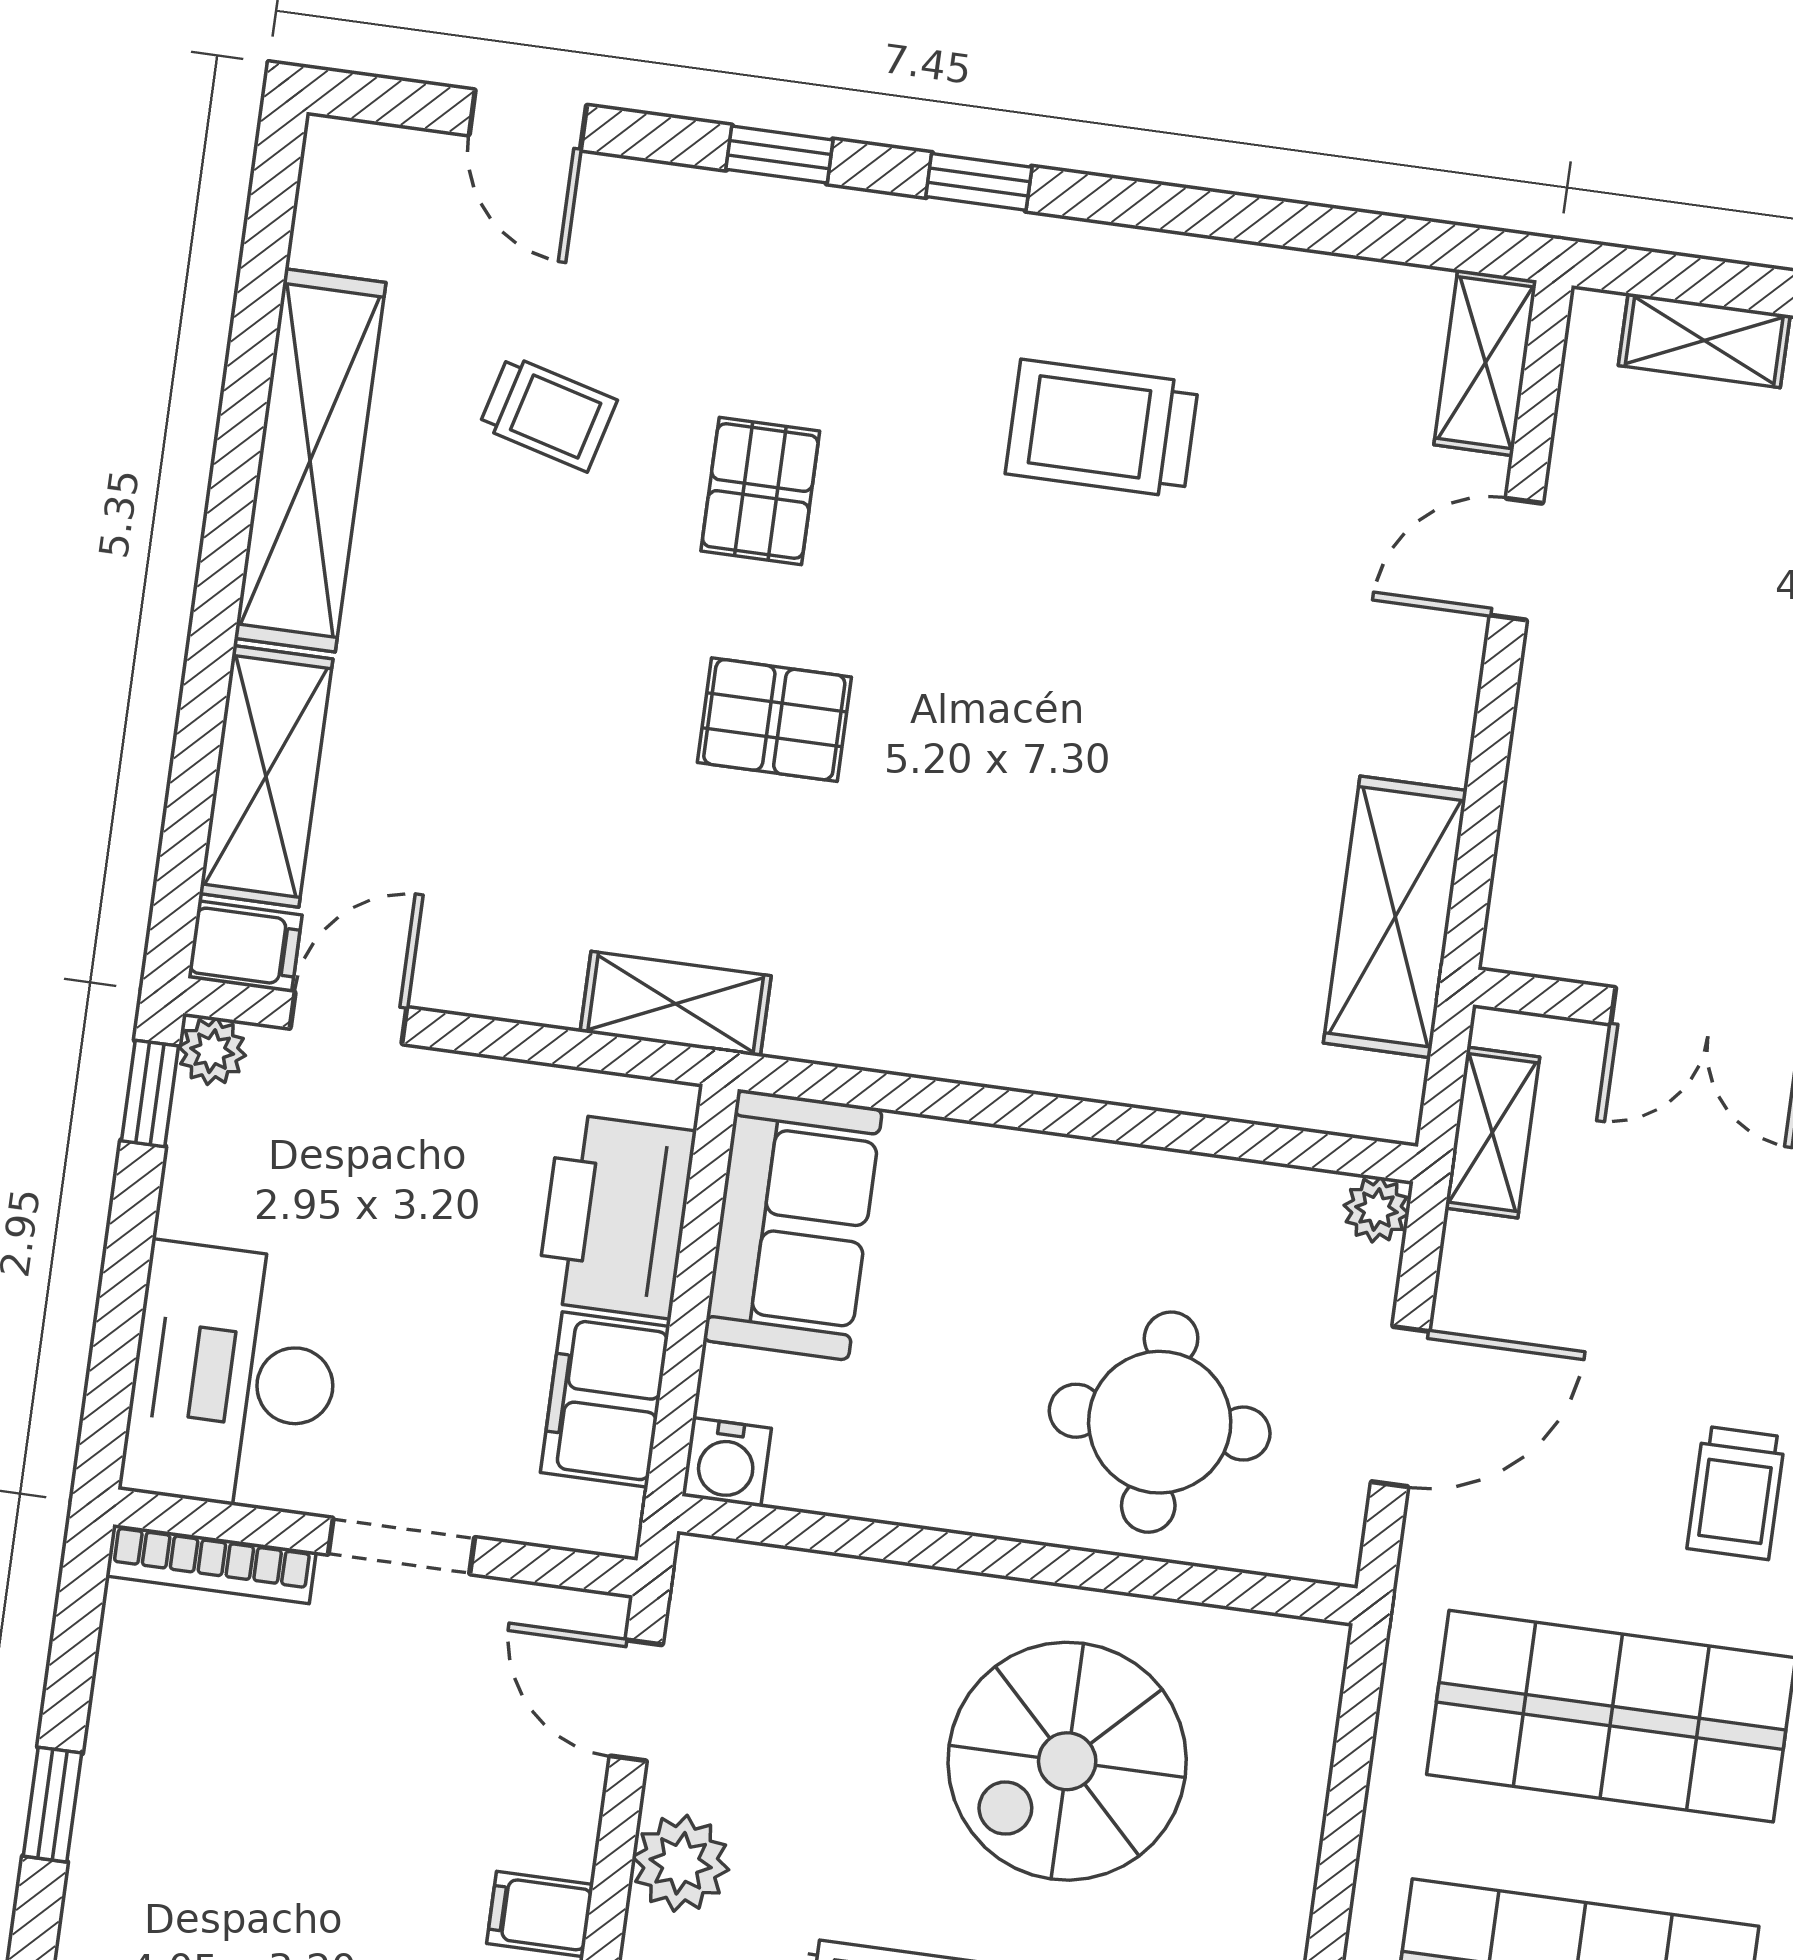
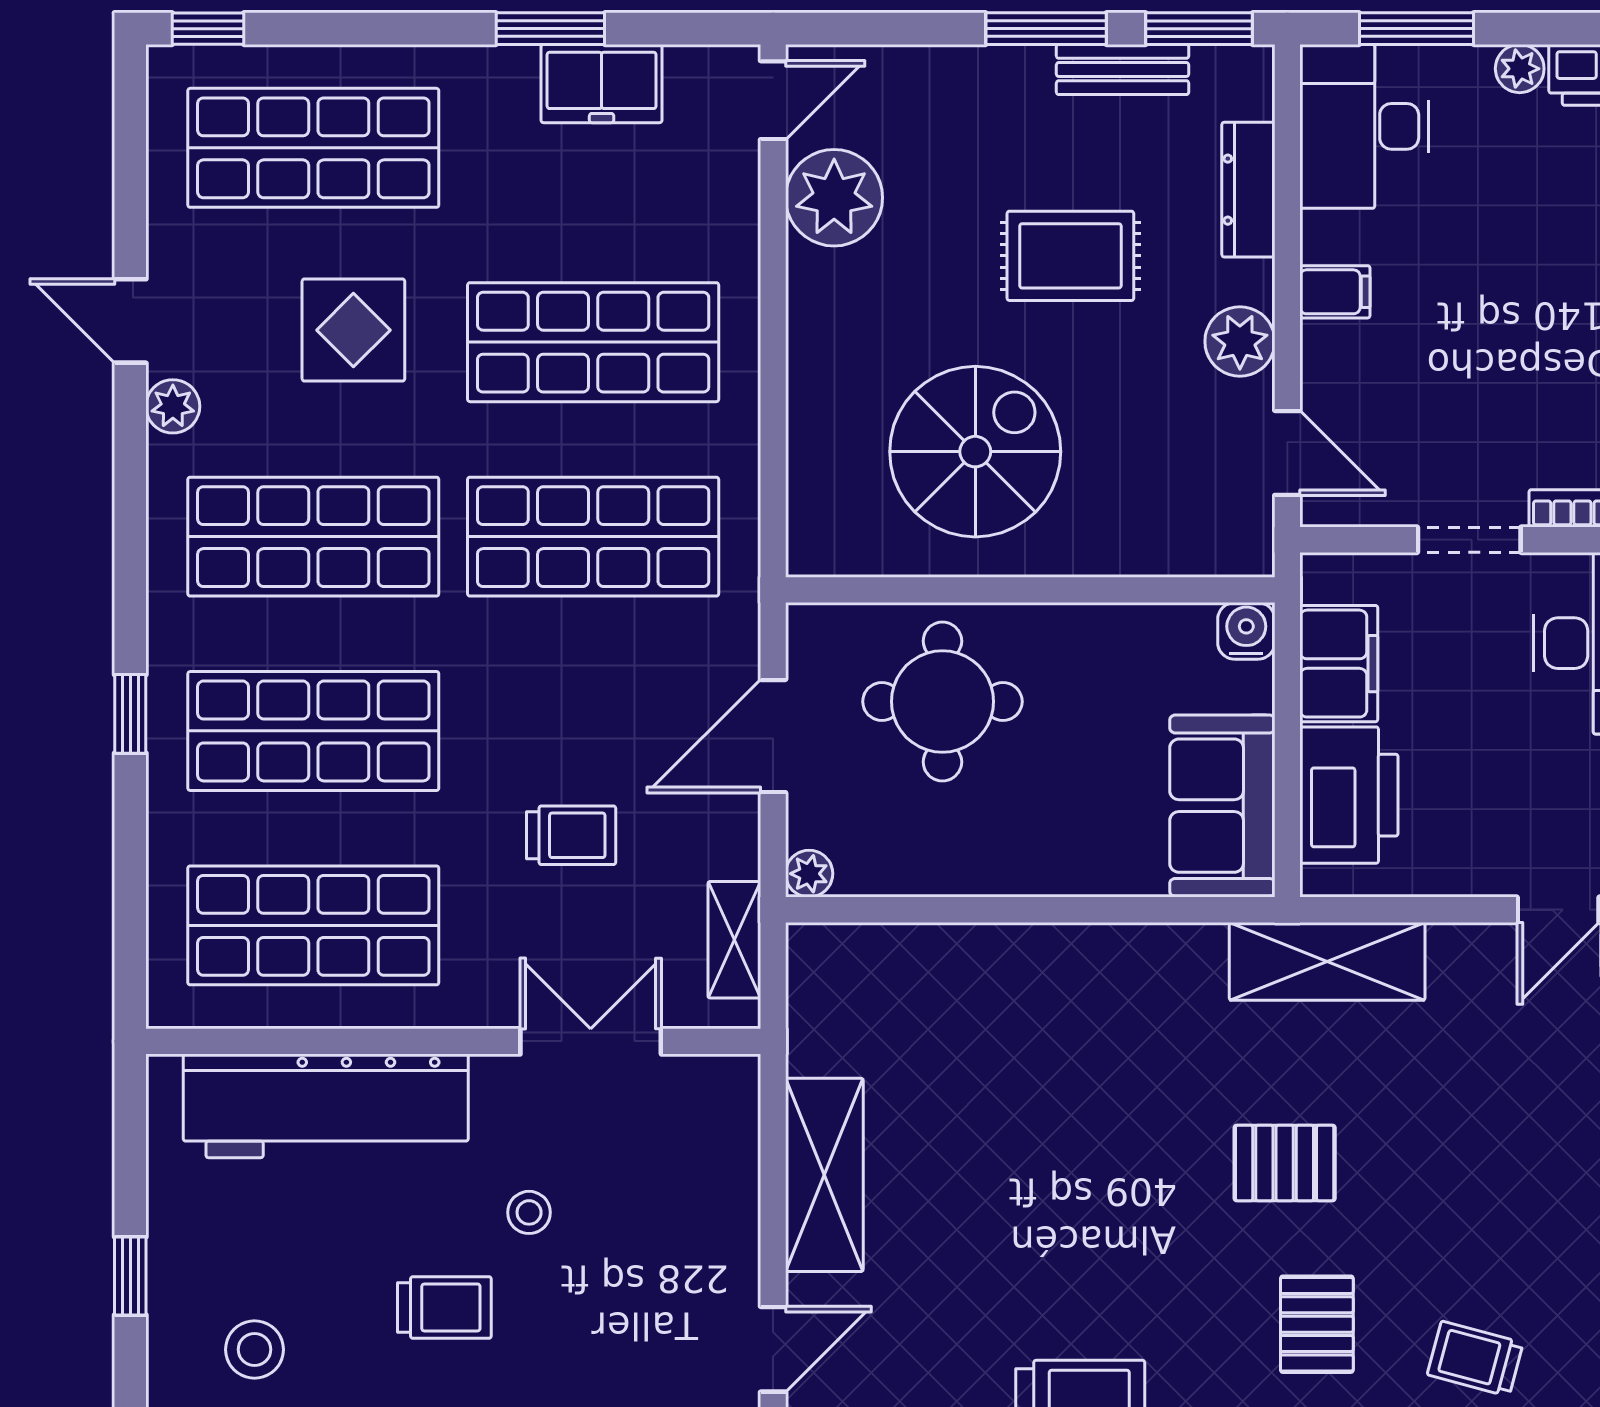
shelving: (1395, 917) -> (824, 1175), moved
shelving: (676, 1004) -> (1327, 961), width x1.50, depth x1.33
trolley: (1736, 1493) -> (571, 835), moved, turned 90

